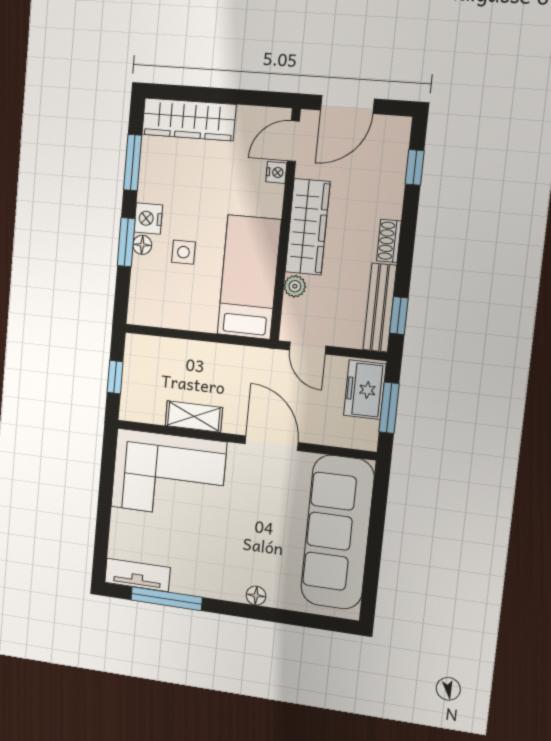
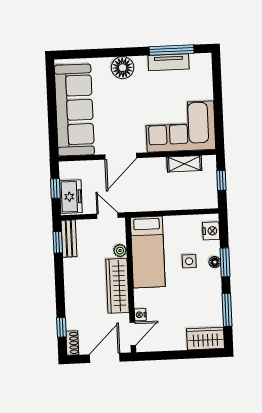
wardrobe: (189, 119) -> (206, 339), width x0.67
nightstand: (148, 218) -> (211, 231), moved
shoe rack: (389, 241) -> (72, 343), moved
bench: (380, 308) -> (69, 239), width x0.73
window: (389, 408) -> (55, 188), width x0.67
shelving: (194, 417) -> (184, 164), moved
door: (272, 443) -> (121, 156), hinge flipped
tv unit: (137, 575) -> (169, 62), moved
floor lamp: (256, 596) -> (123, 68), width x1.89, depth x1.89

